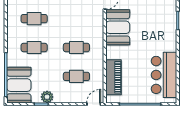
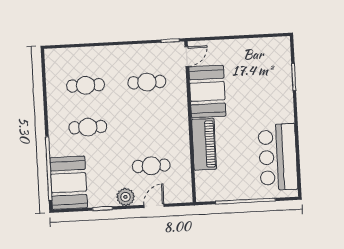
cafe table: (76, 48) -> (147, 82), moved
piano: (114, 77) -> (204, 144), moved
plant: (47, 97) -> (125, 197), moved
door: (94, 104) -> (154, 206), moved

